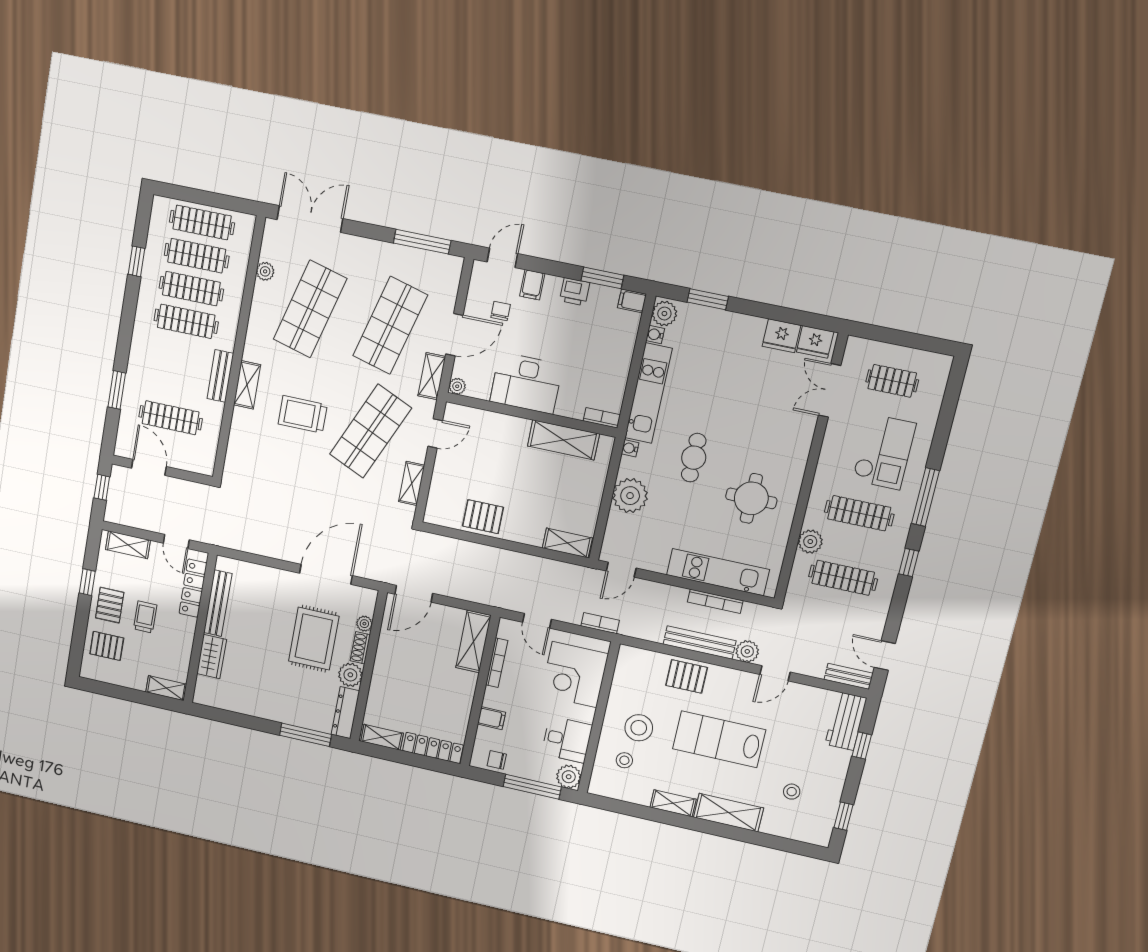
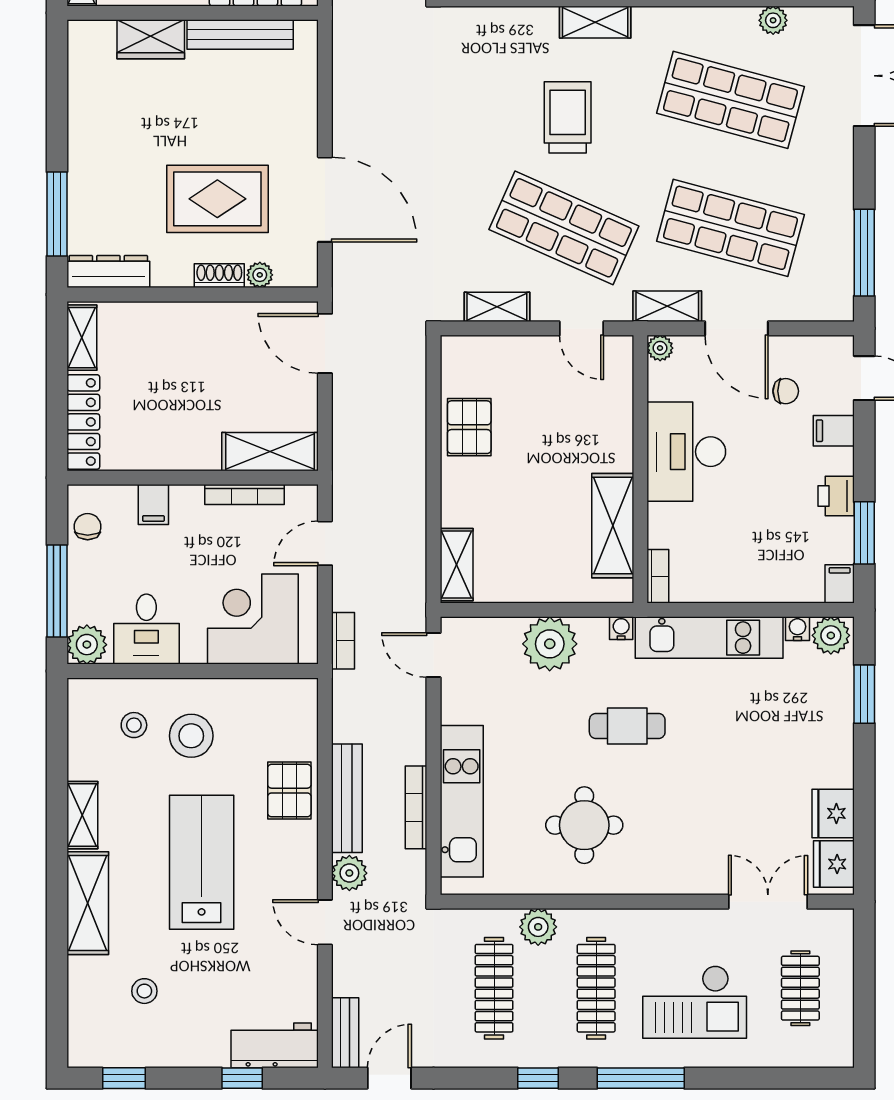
plant: (350, 675) -> (172, 268), removed

